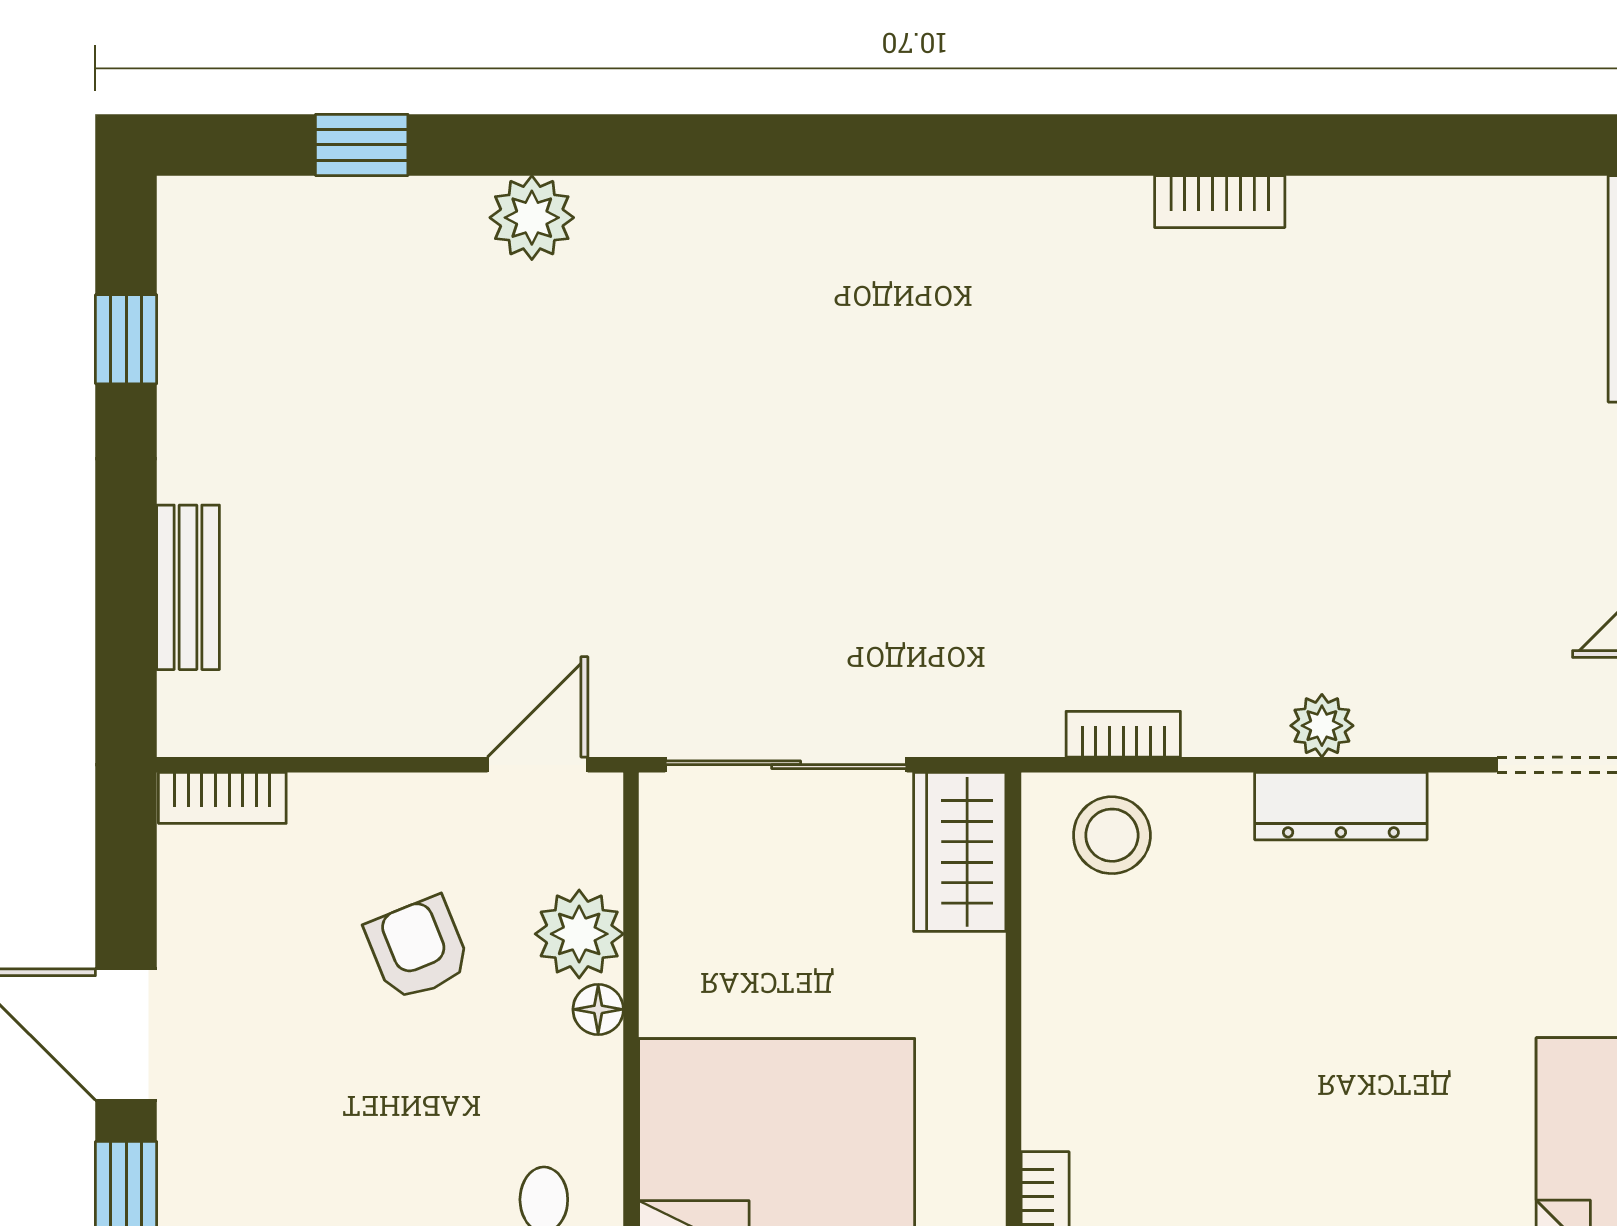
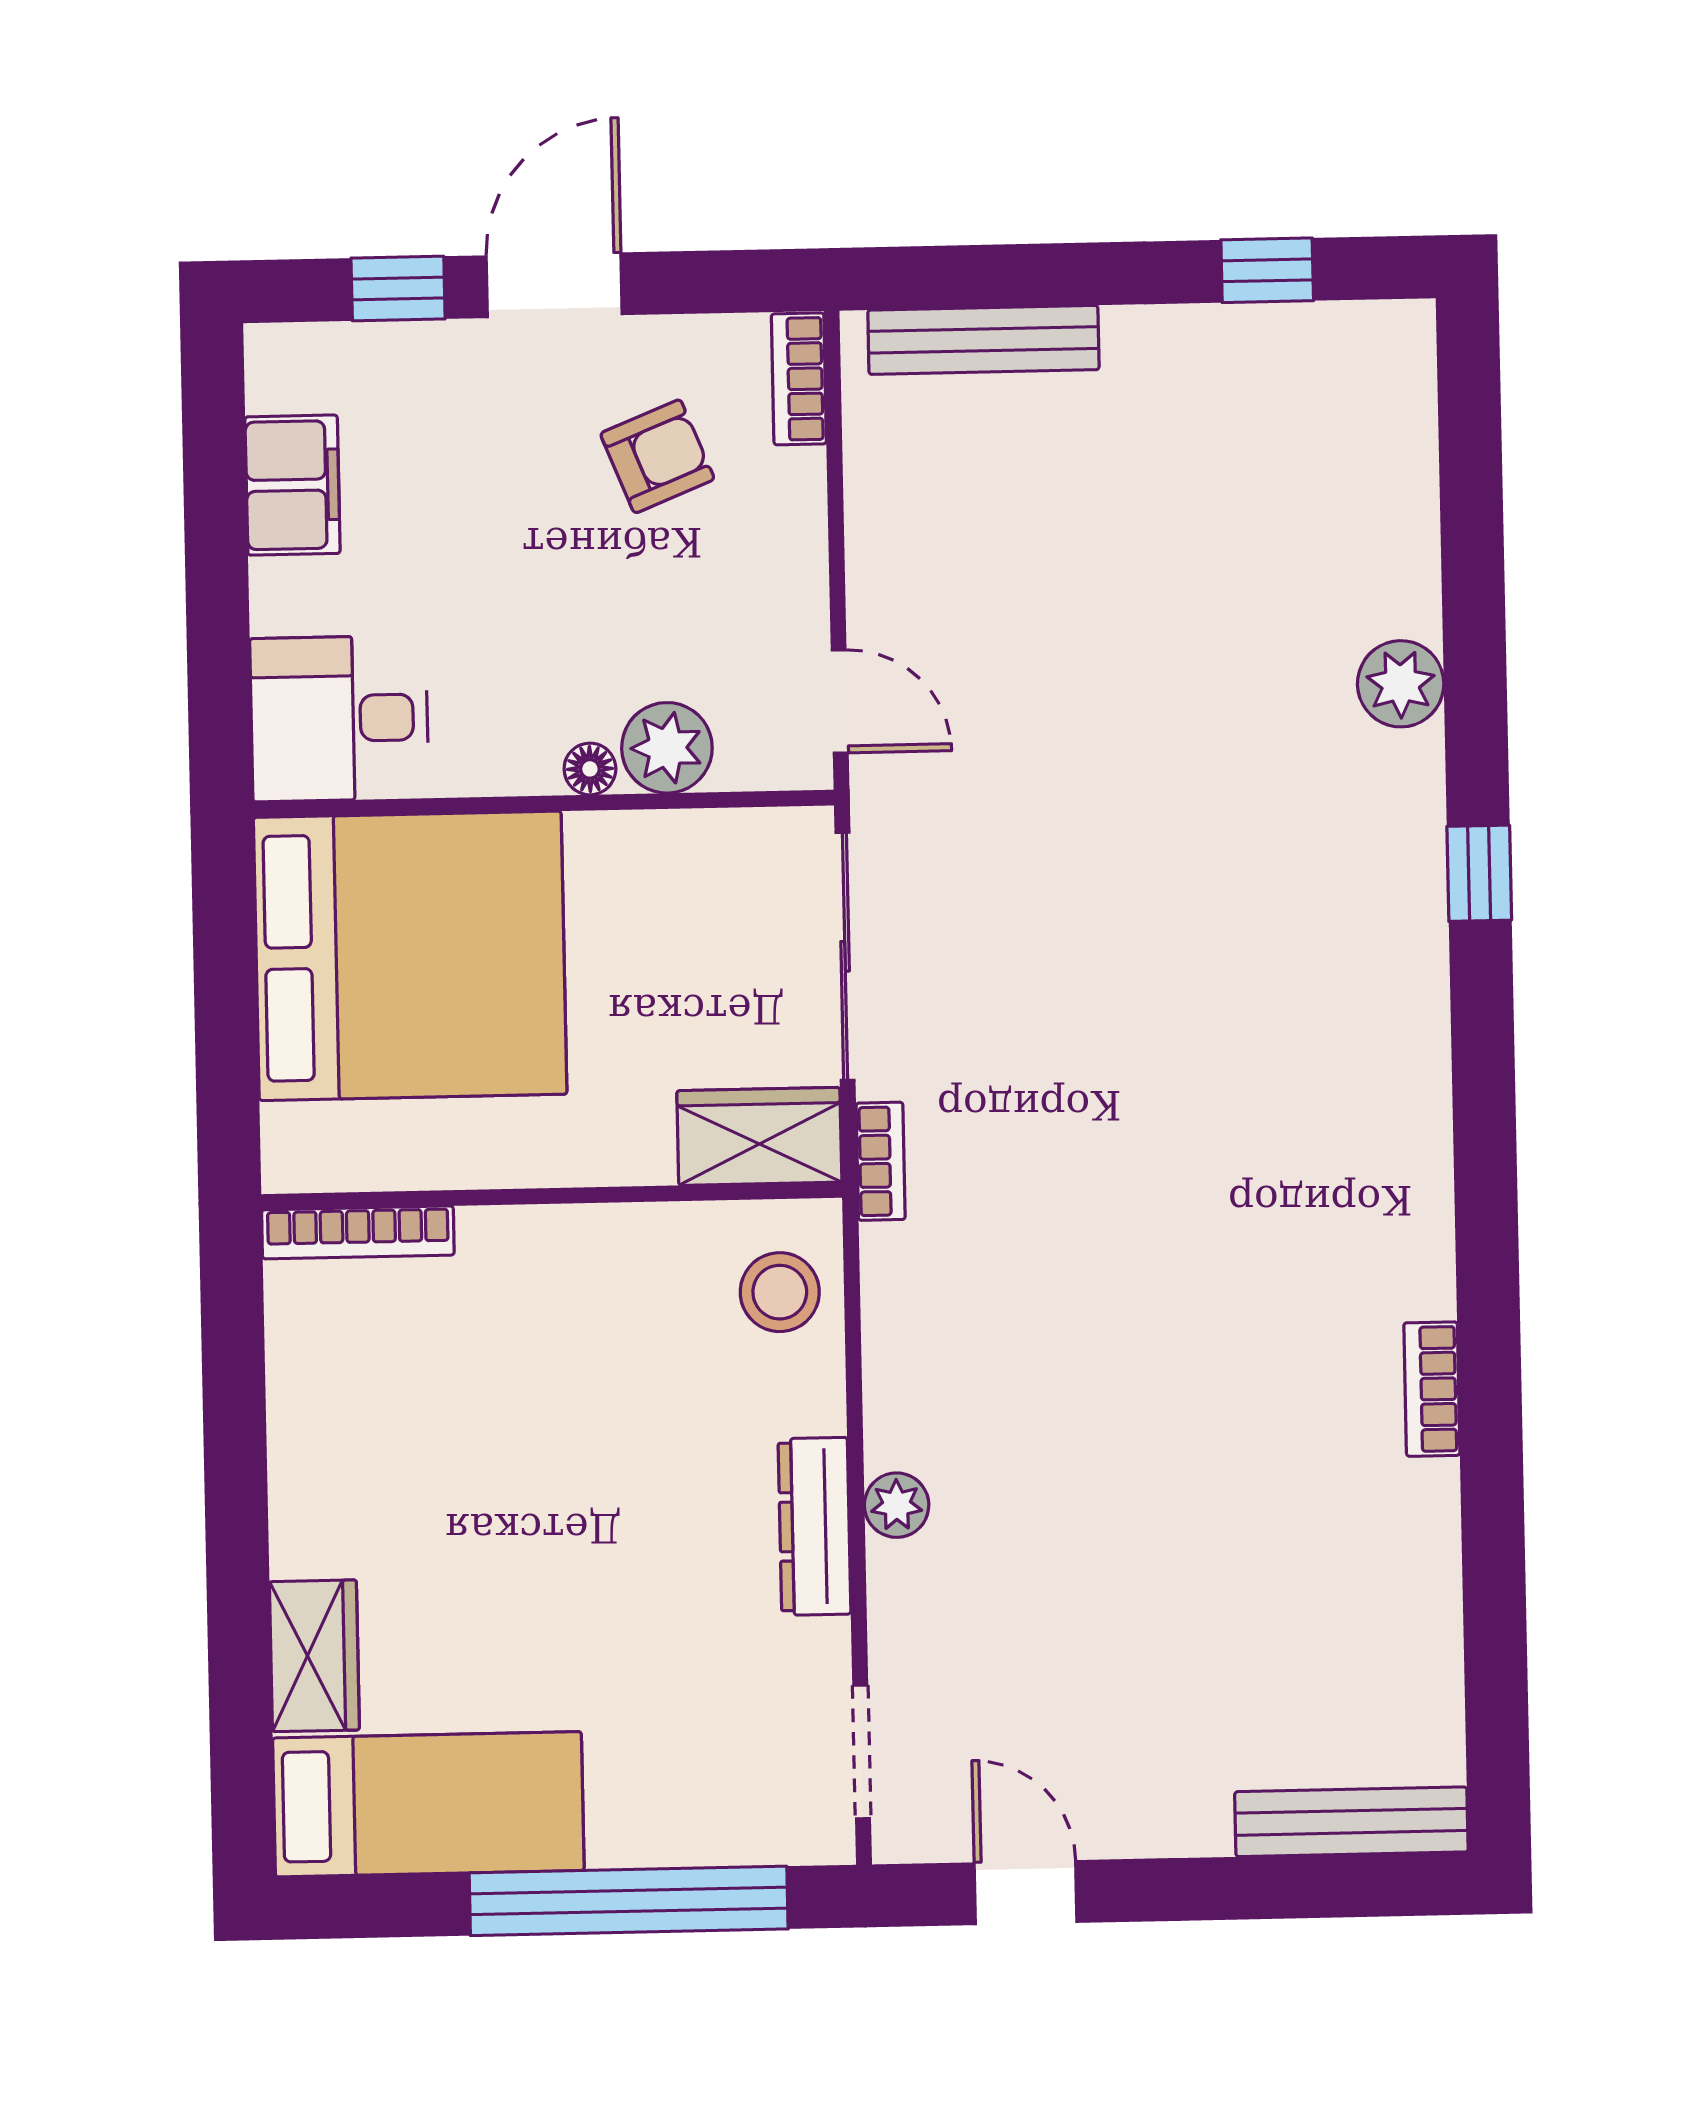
window: (362, 145) -> (1479, 873), moved
bench: (188, 587) -> (983, 340), width x1.36
bookcase: (1123, 734) -> (881, 1161), moved
armchair: (418, 948) -> (657, 456), moved

